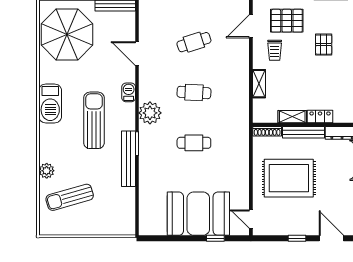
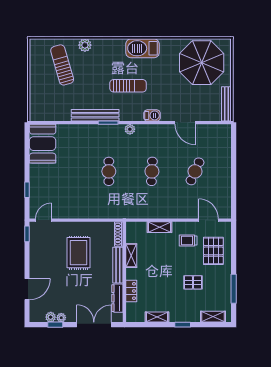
cafe table: (194, 42) -> (195, 171), turned 42
door: (137, 54) -> (185, 123), swing flipped
plant: (150, 113) -> (130, 129), width x0.53, depth x0.53
locker: (320, 117) -> (131, 291), moved
sun lounger: (94, 120) -> (128, 86), width x0.73, depth x0.75
rug: (289, 178) -> (79, 253), width x0.73, depth x0.69
booth: (198, 214) -> (43, 144), moved, width x0.73, depth x0.70
window: (297, 238) -> (27, 234), moved

